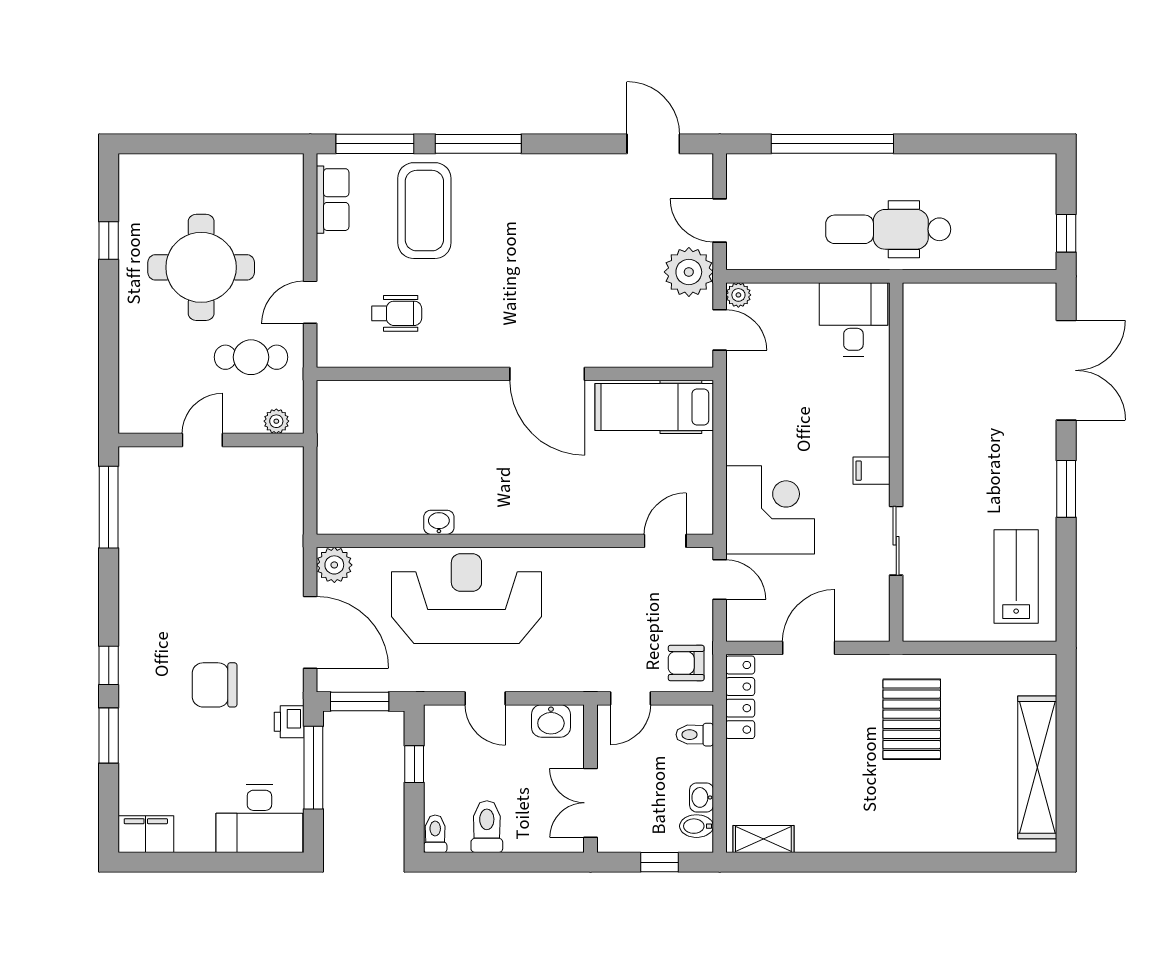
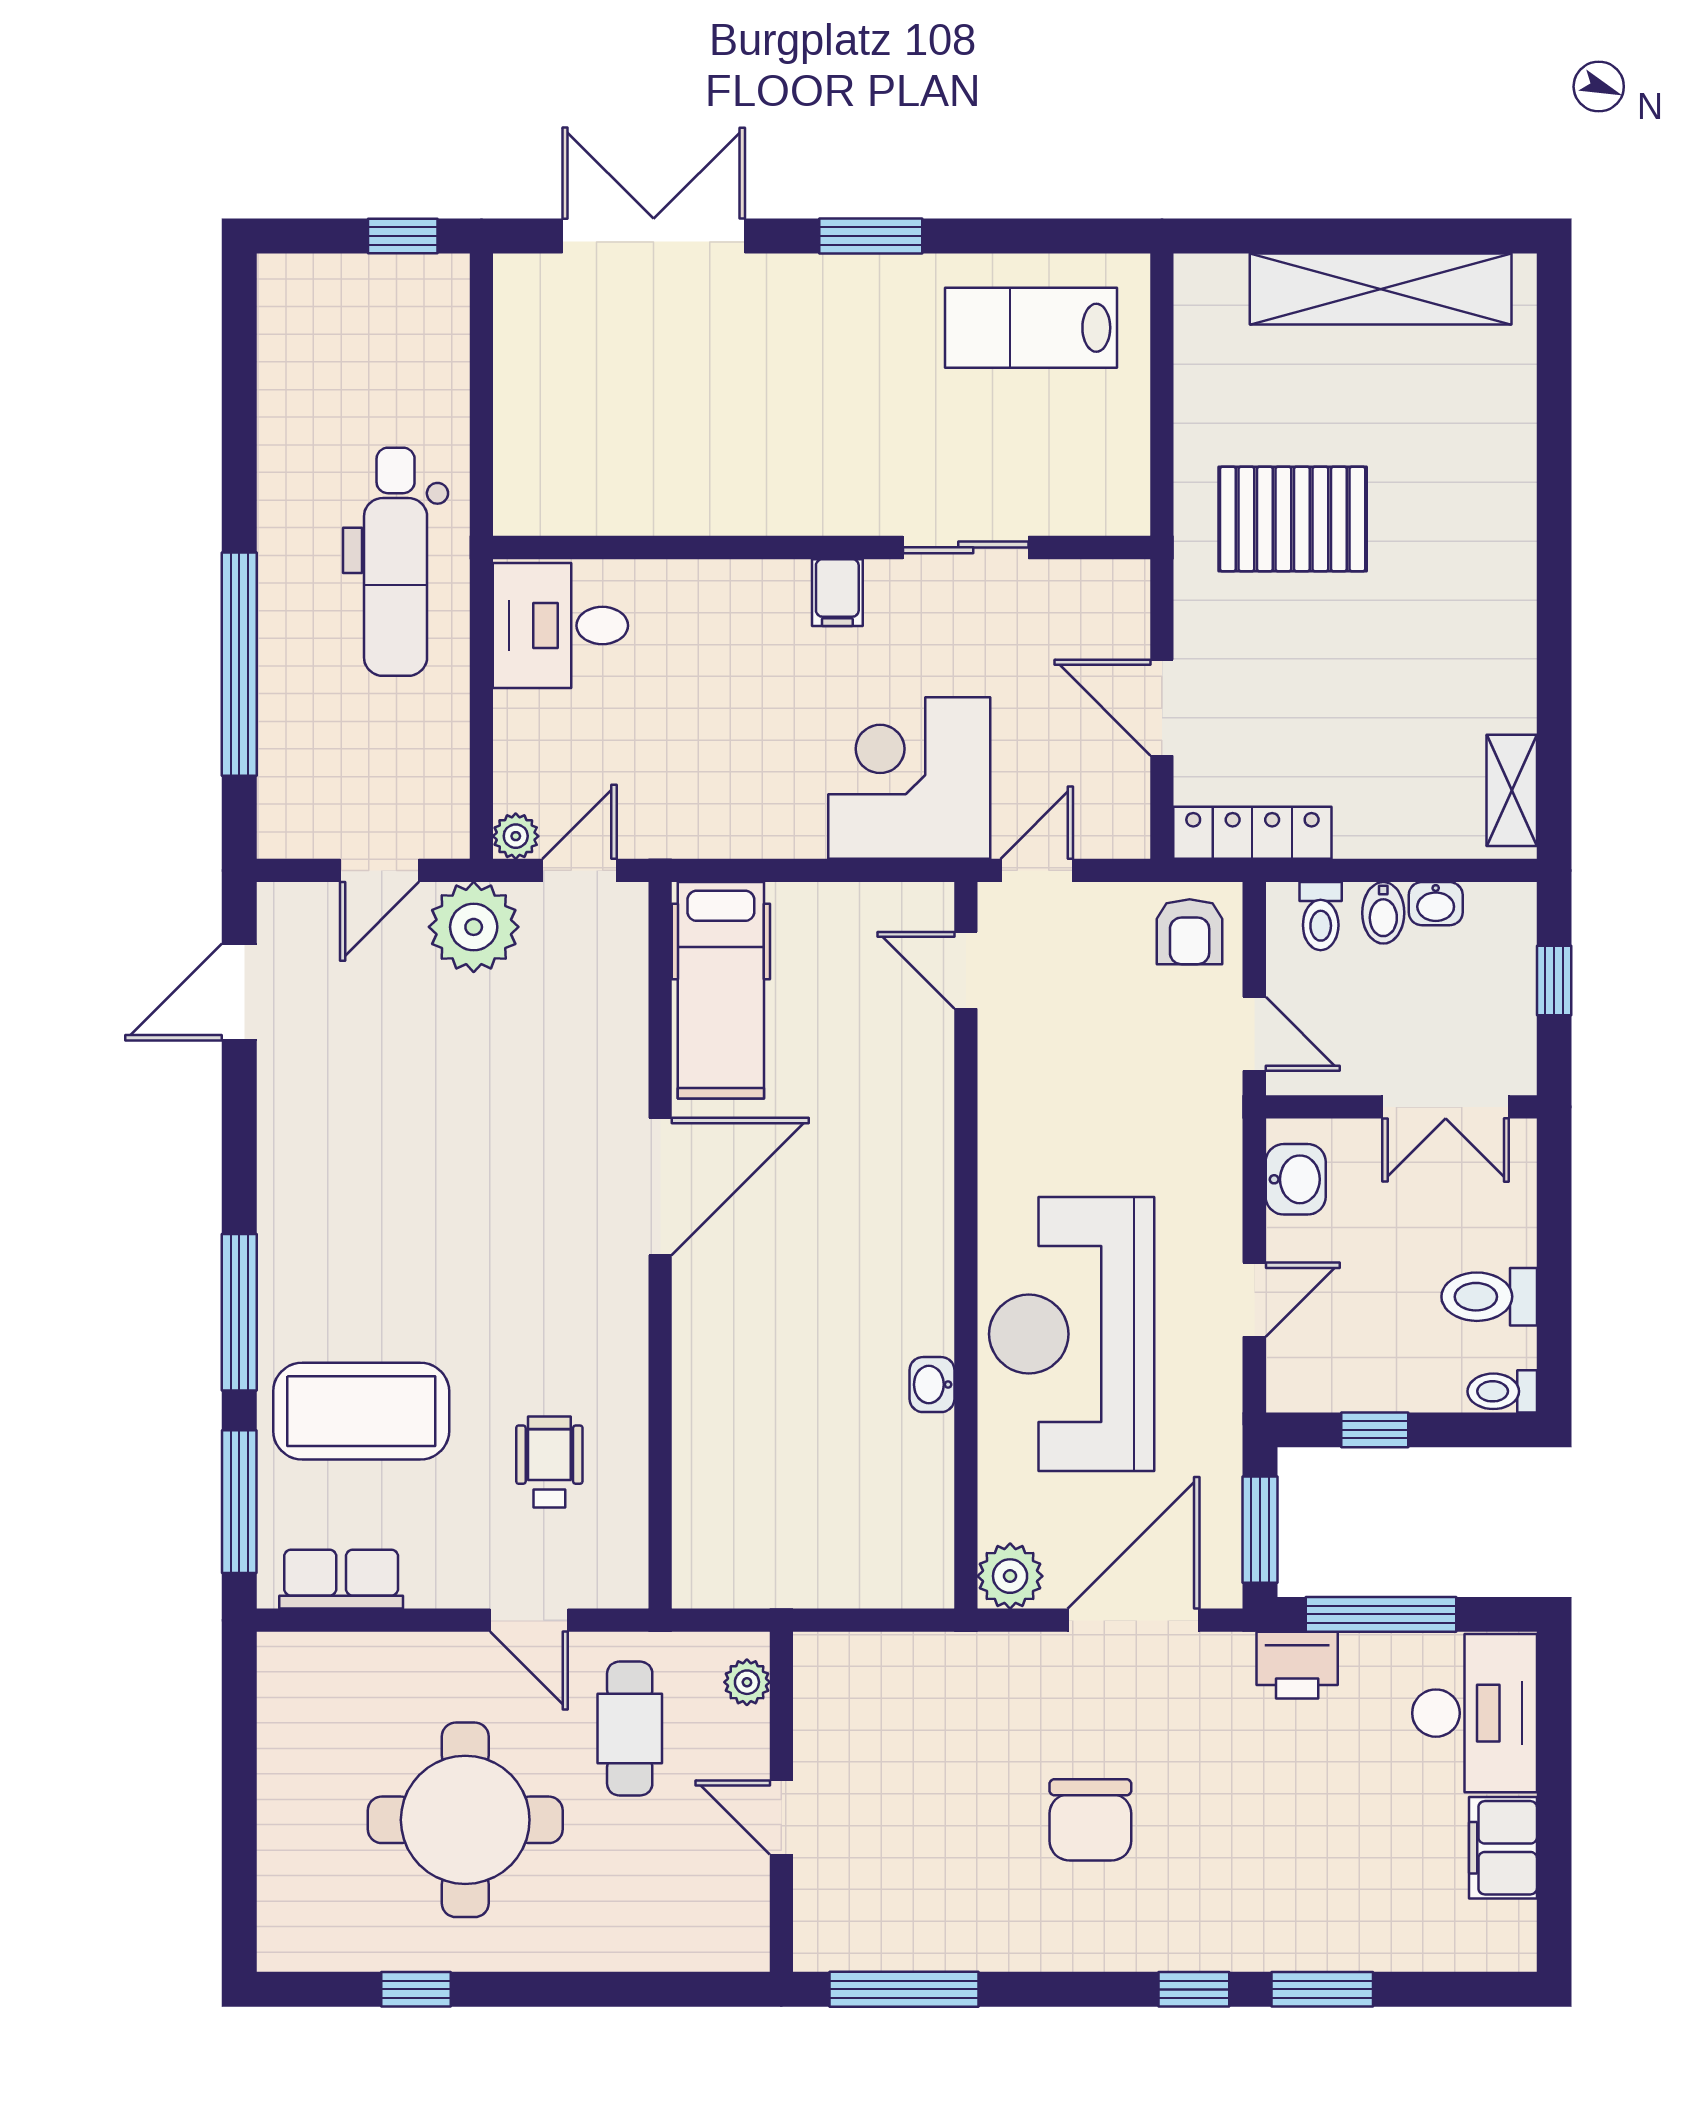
chair: (215, 685) -> (1090, 1820), moved
printer: (289, 722) -> (1297, 1665), width x1.36, depth x1.24
bidet: (697, 826) -> (1383, 913), moved
filing cabinet: (146, 834) -> (1503, 1848), moved

